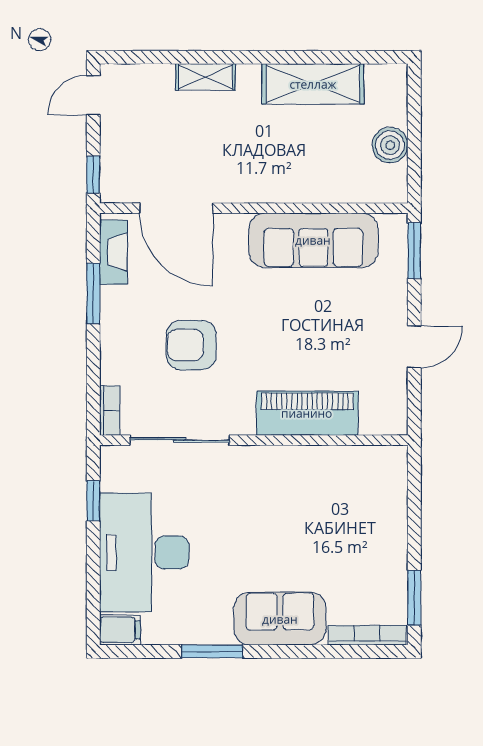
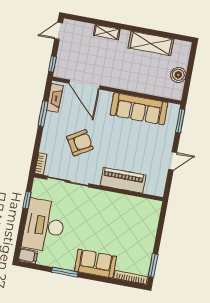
armchair: (191, 345) -> (80, 143), turned 149

